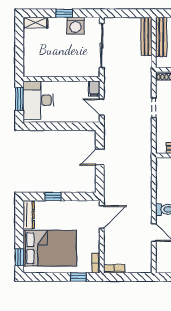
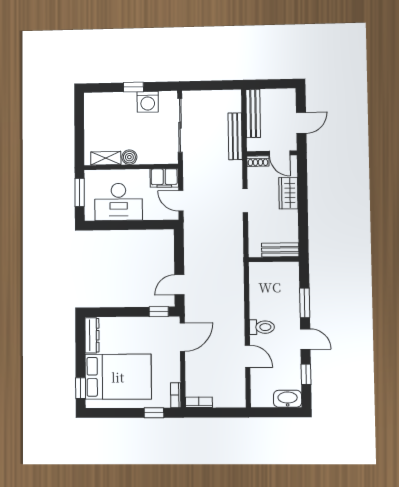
shelving: (35, 23) -> (106, 158), moved
bench: (146, 36) -> (235, 136), moved
boiler: (60, 71) -> (129, 157), added
filing cabinet: (94, 88) -> (164, 178), width x2.00
desk: (38, 100) -> (119, 202), moved, turned -90
door: (100, 157) -> (179, 285), moved
window: (53, 196) -> (159, 312), moved

